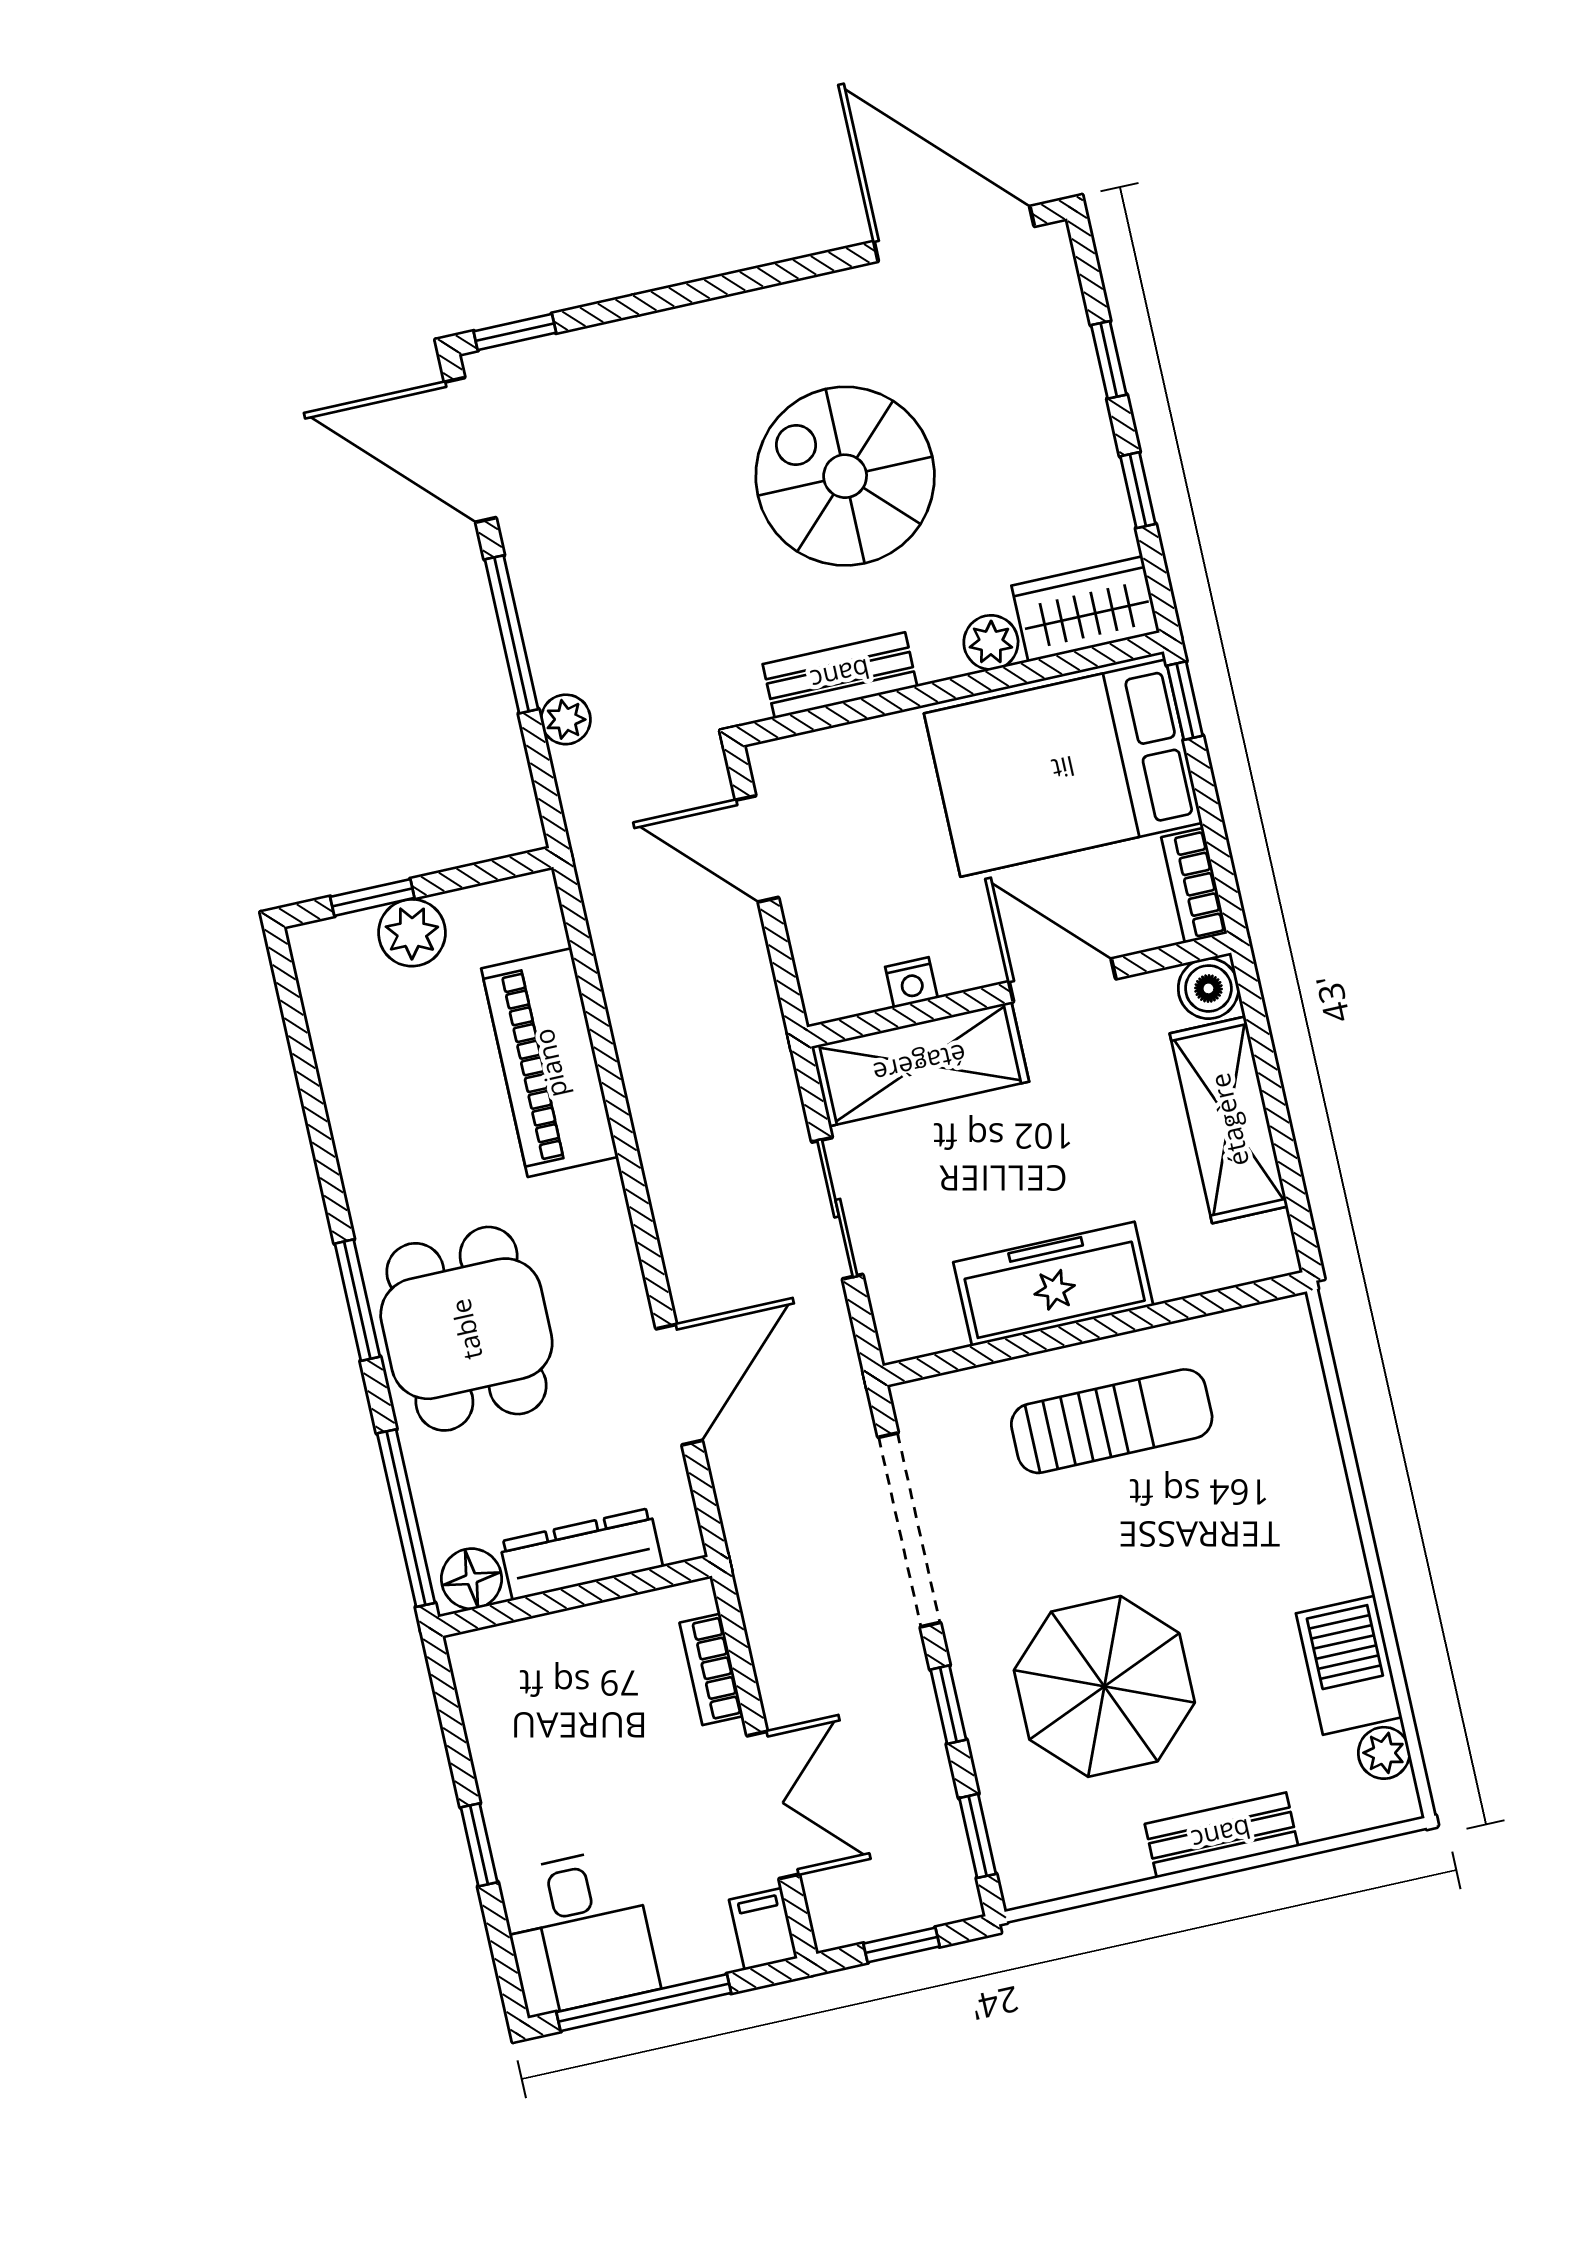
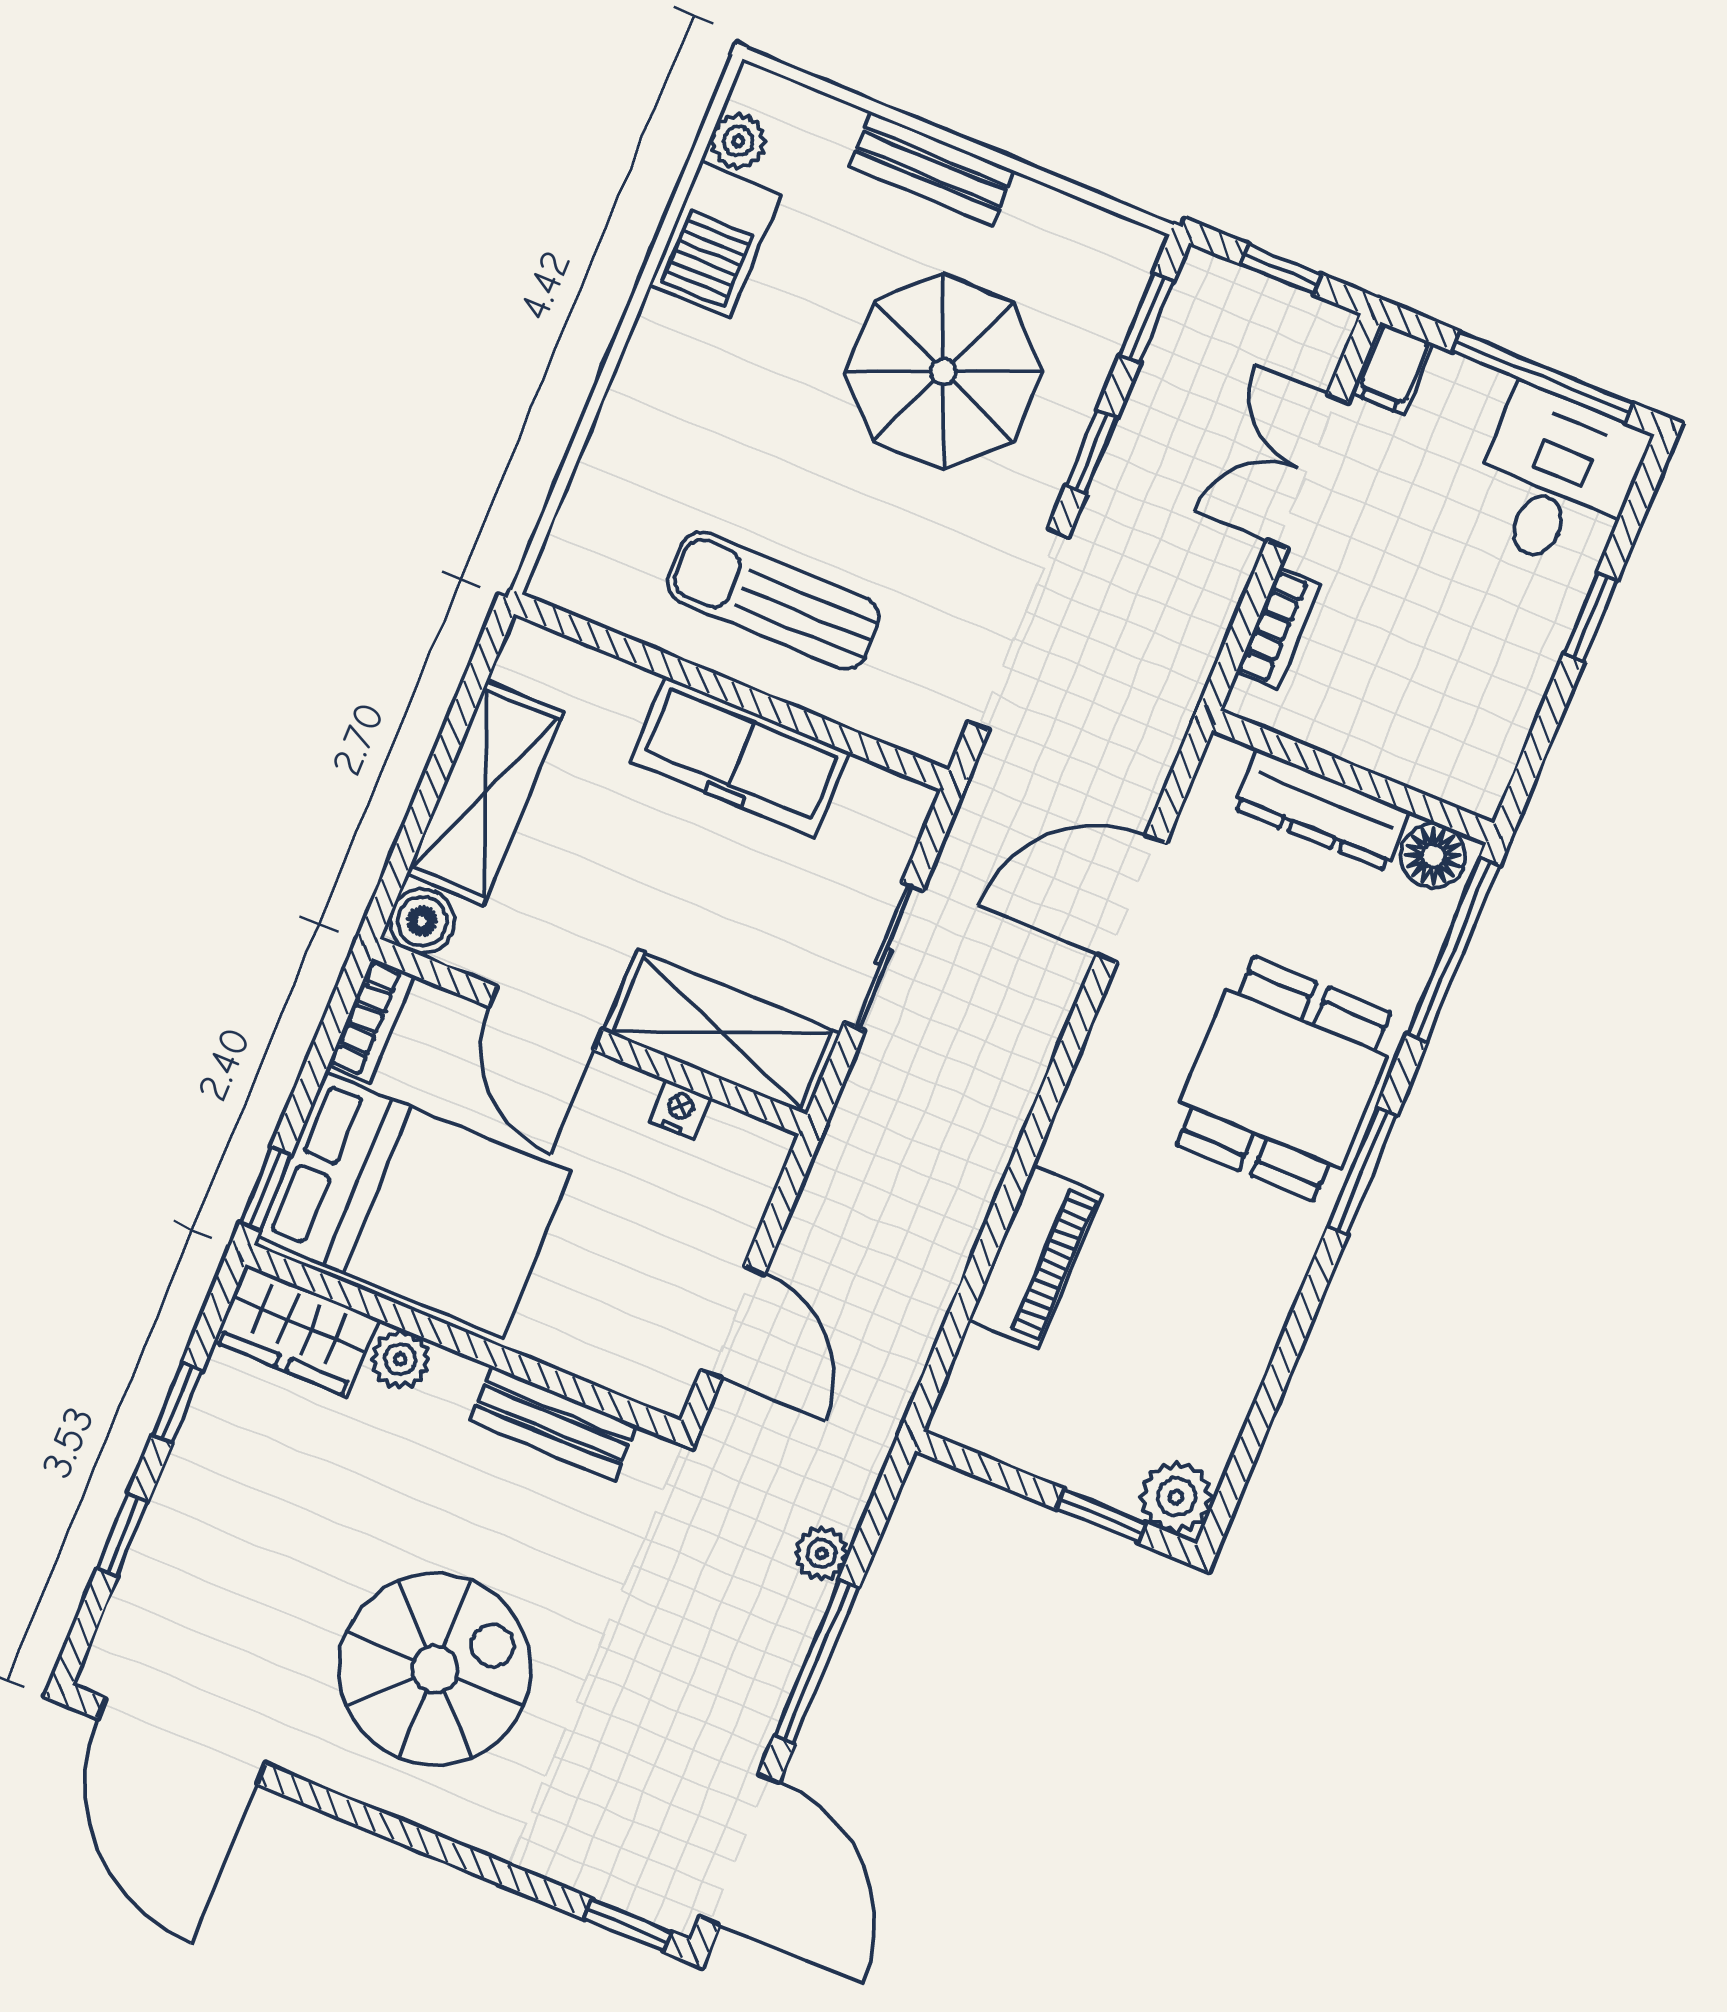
spiral stairs: (845, 476) -> (435, 1669), moved, turned -90
plant: (412, 933) -> (1176, 1497), moved
piano: (550, 1063) -> (1035, 1257), width x0.73, depth x0.75

